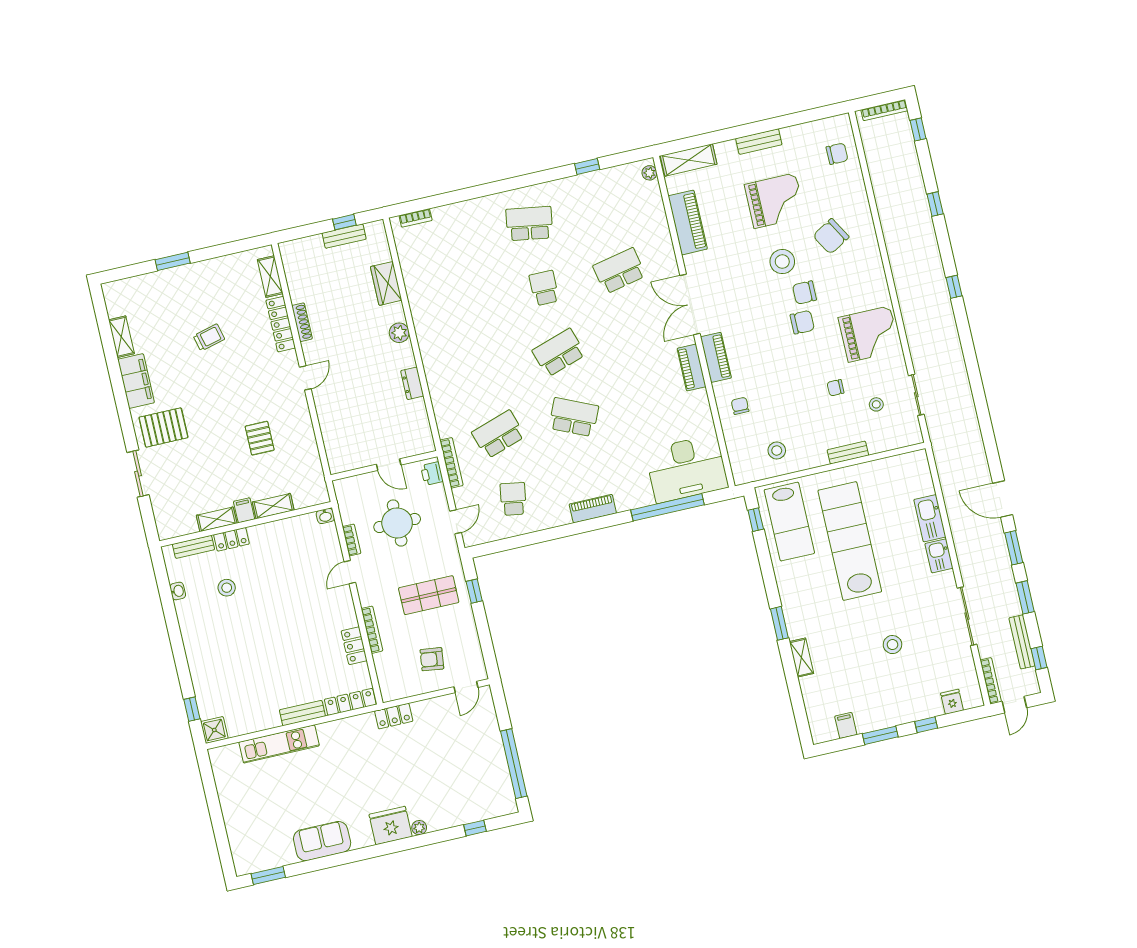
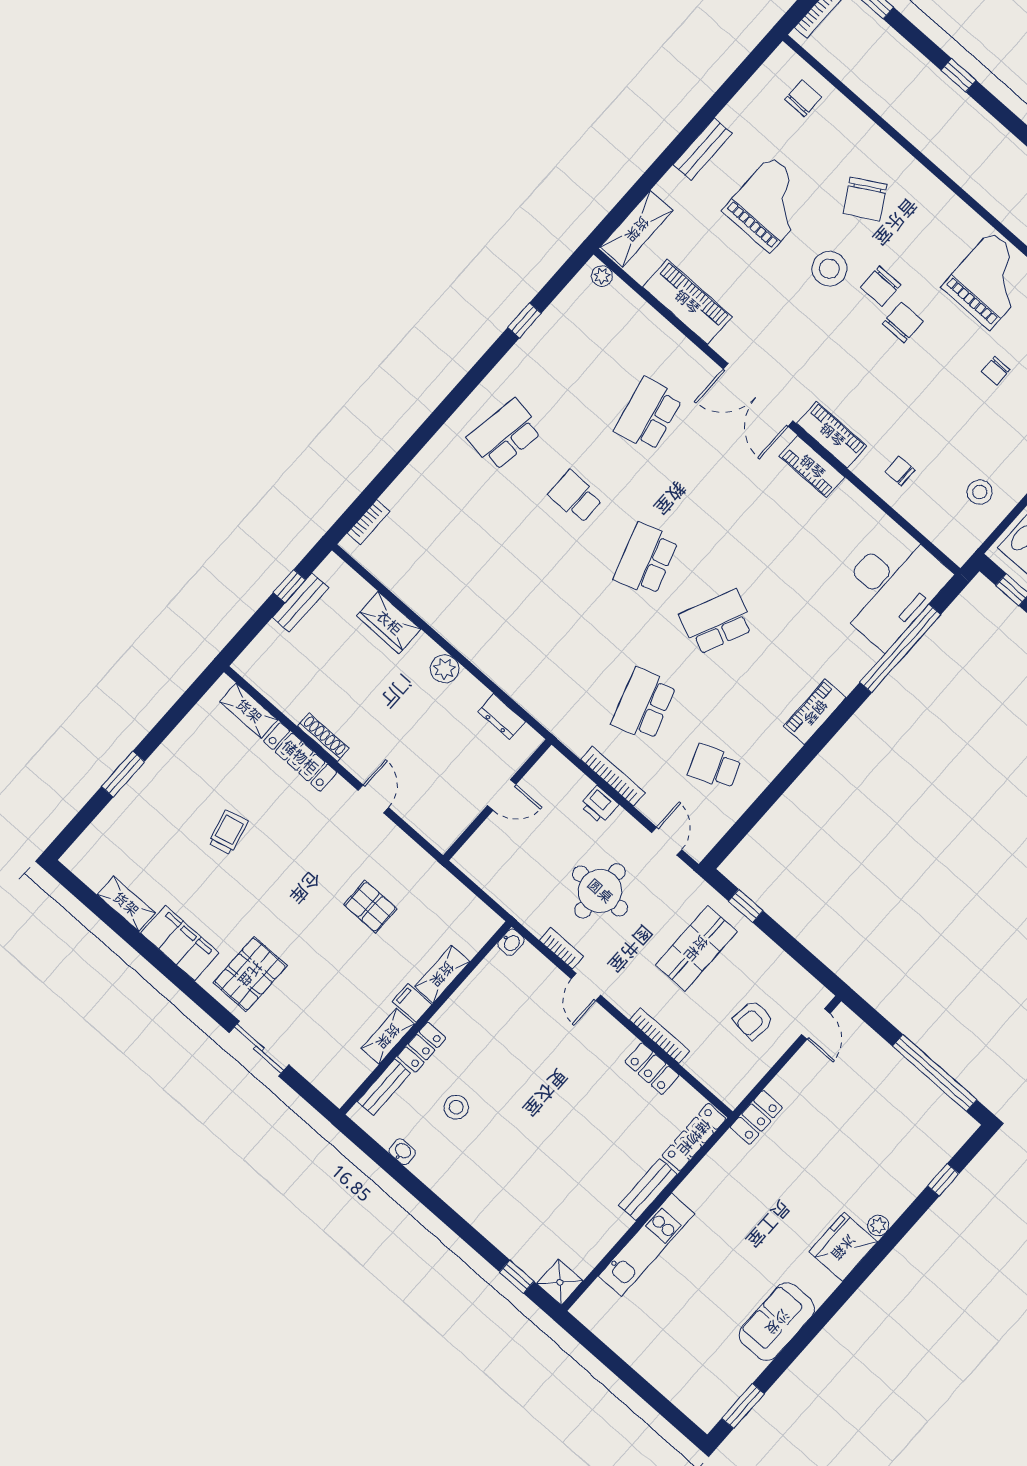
door: (389, 465) -> (502, 795), moved
wall: (384, 466) -> (497, 800), moved
school desk: (513, 499) -> (714, 767), turned -30

